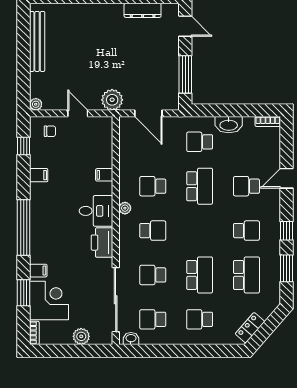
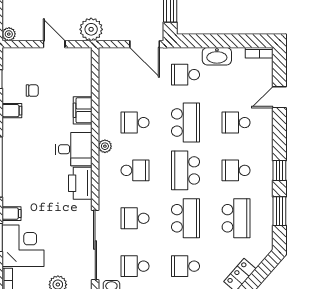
door: (148, 113) -> (145, 44), moved
chair: (50, 131) -> (32, 91), moved
filing cabinet: (104, 175) -> (83, 110), width x2.00
door: (287, 178) -> (279, 97), moved
school desk: (200, 231) -> (186, 170), added
school desk: (246, 231) -> (236, 170), turned 180

